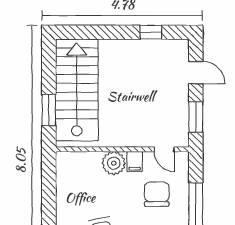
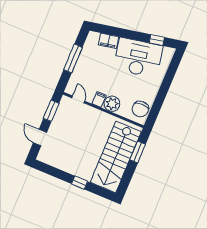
window: (151, 32) -> (80, 183), moved
chair: (157, 194) -> (140, 109), moved

